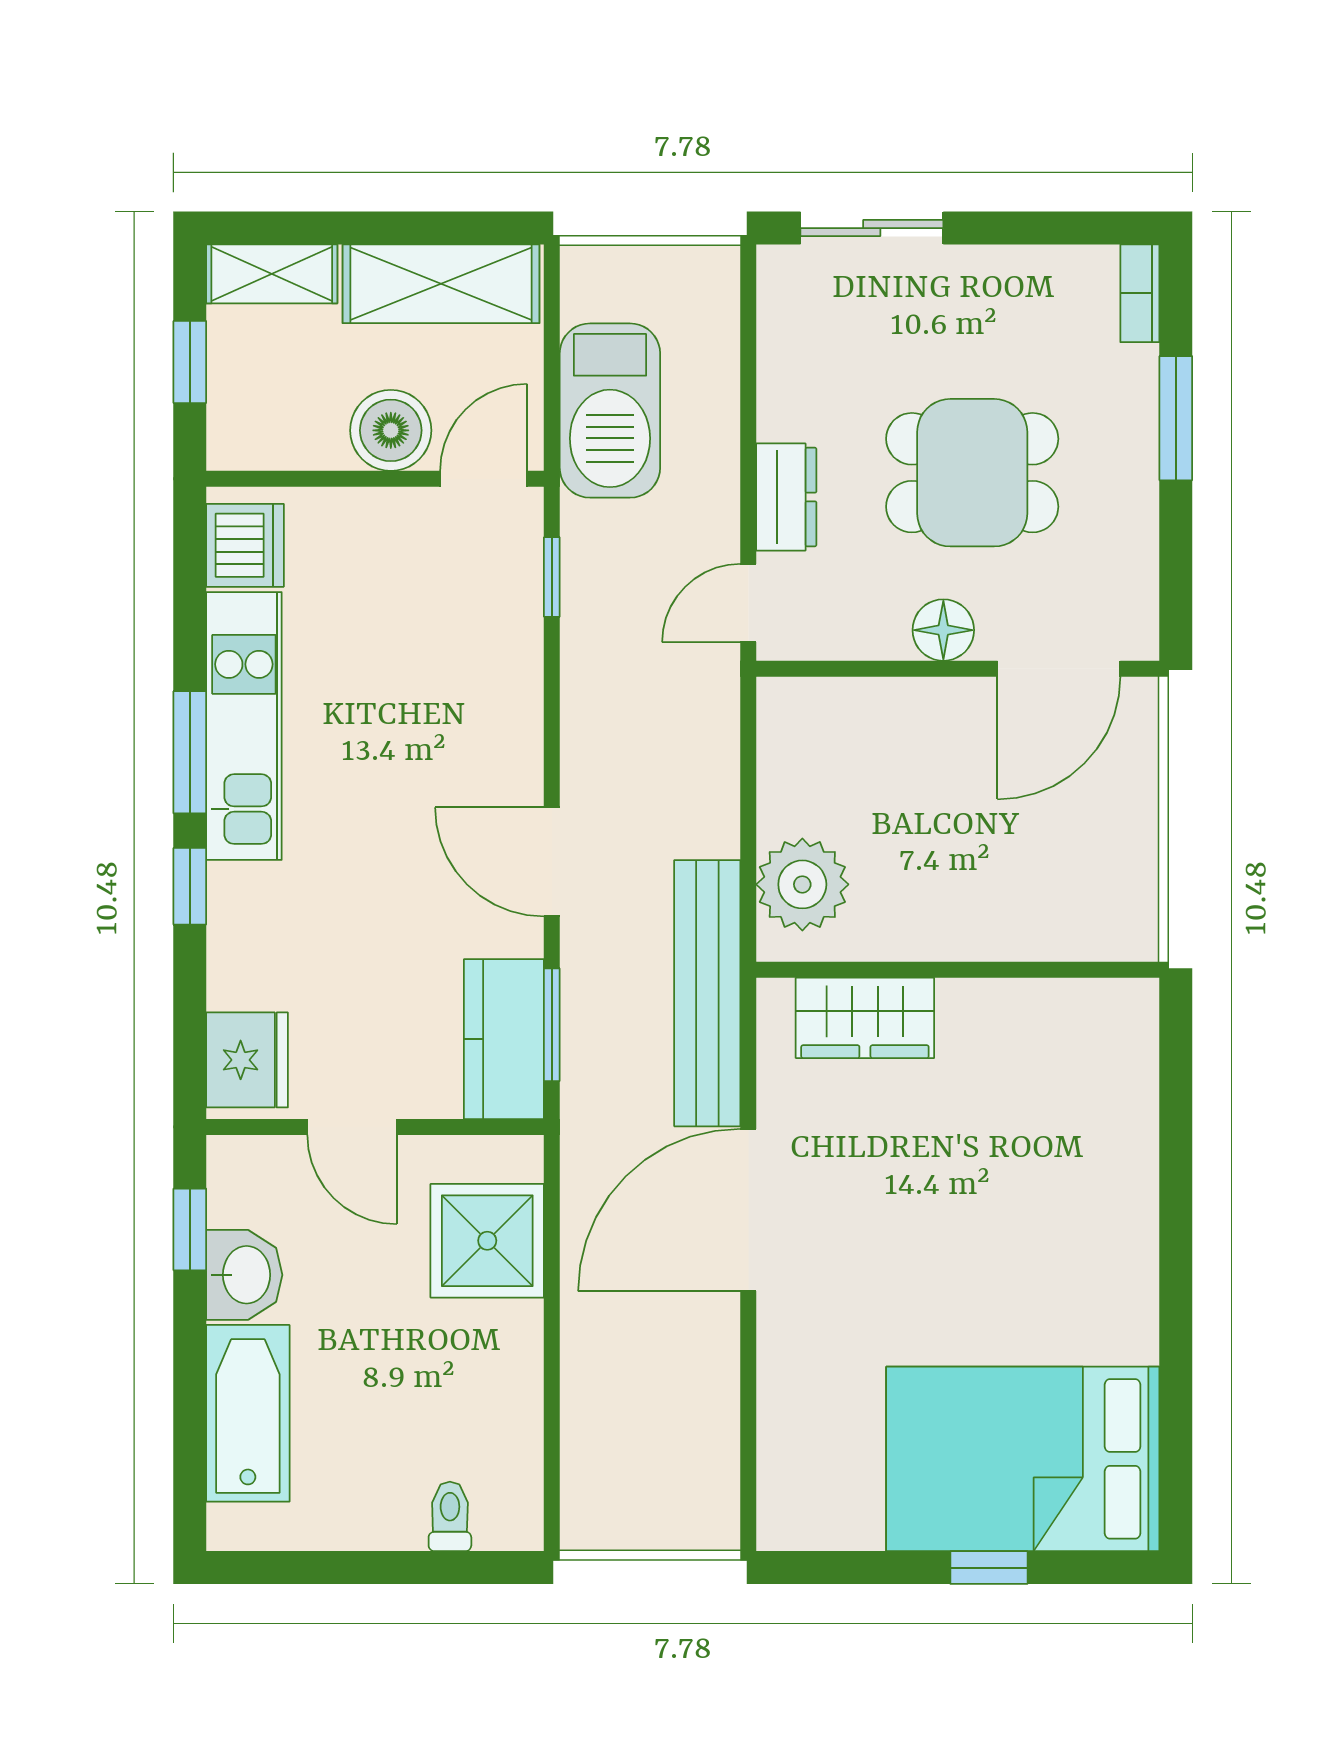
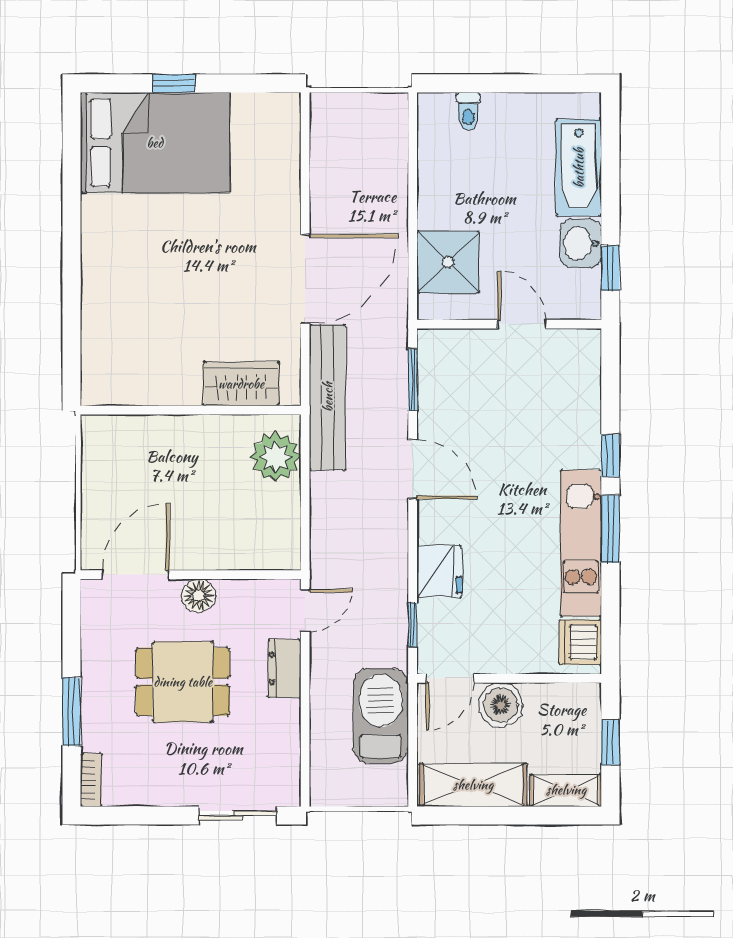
kitchen counter: (504, 1039) -> (439, 372), removed
fridge: (247, 1060) -> (439, 571), moved, turned 180

